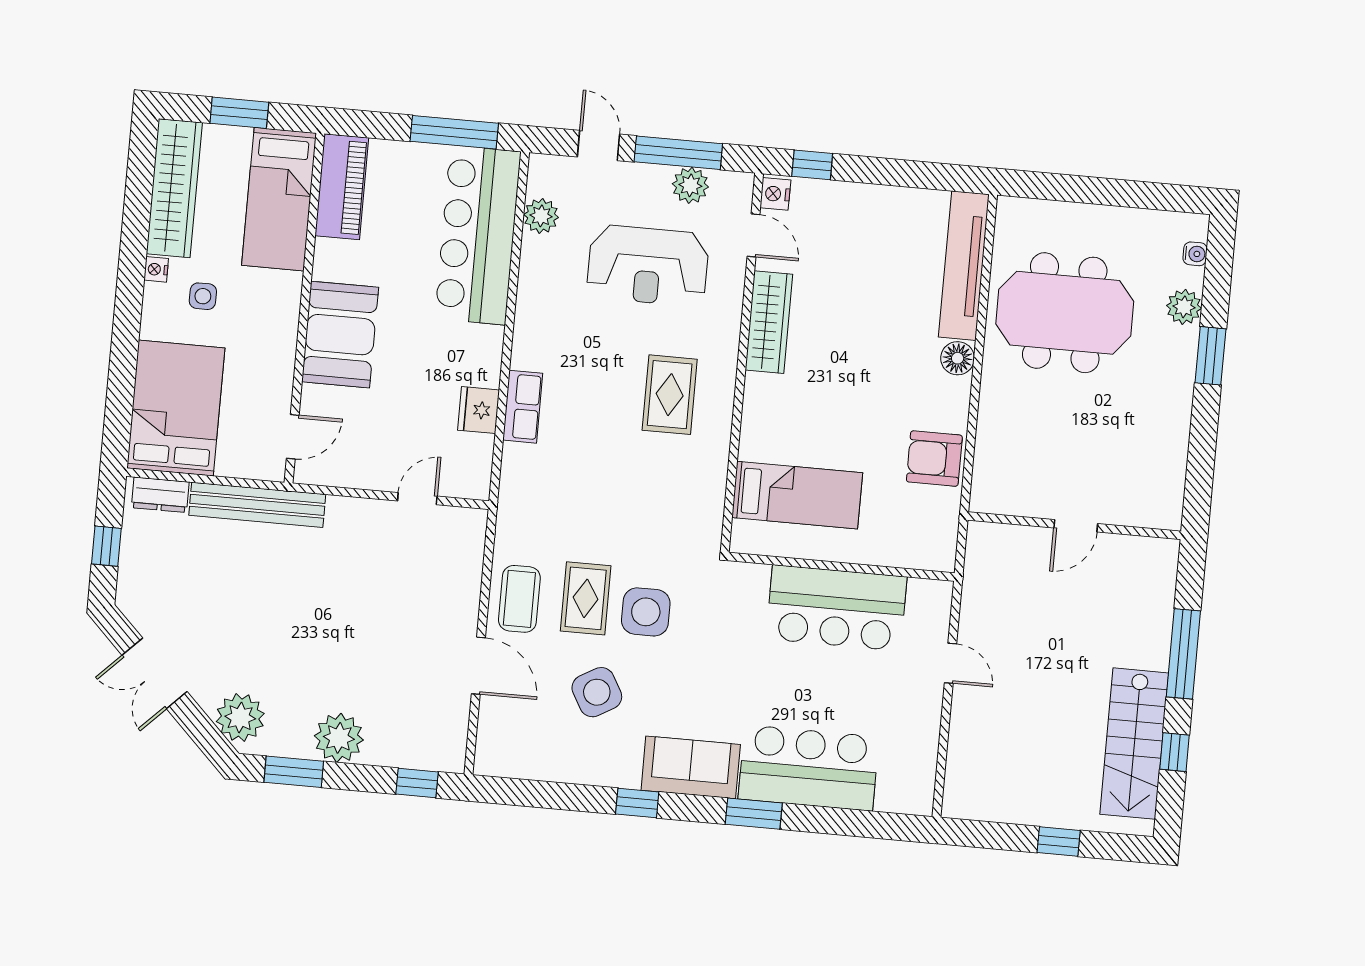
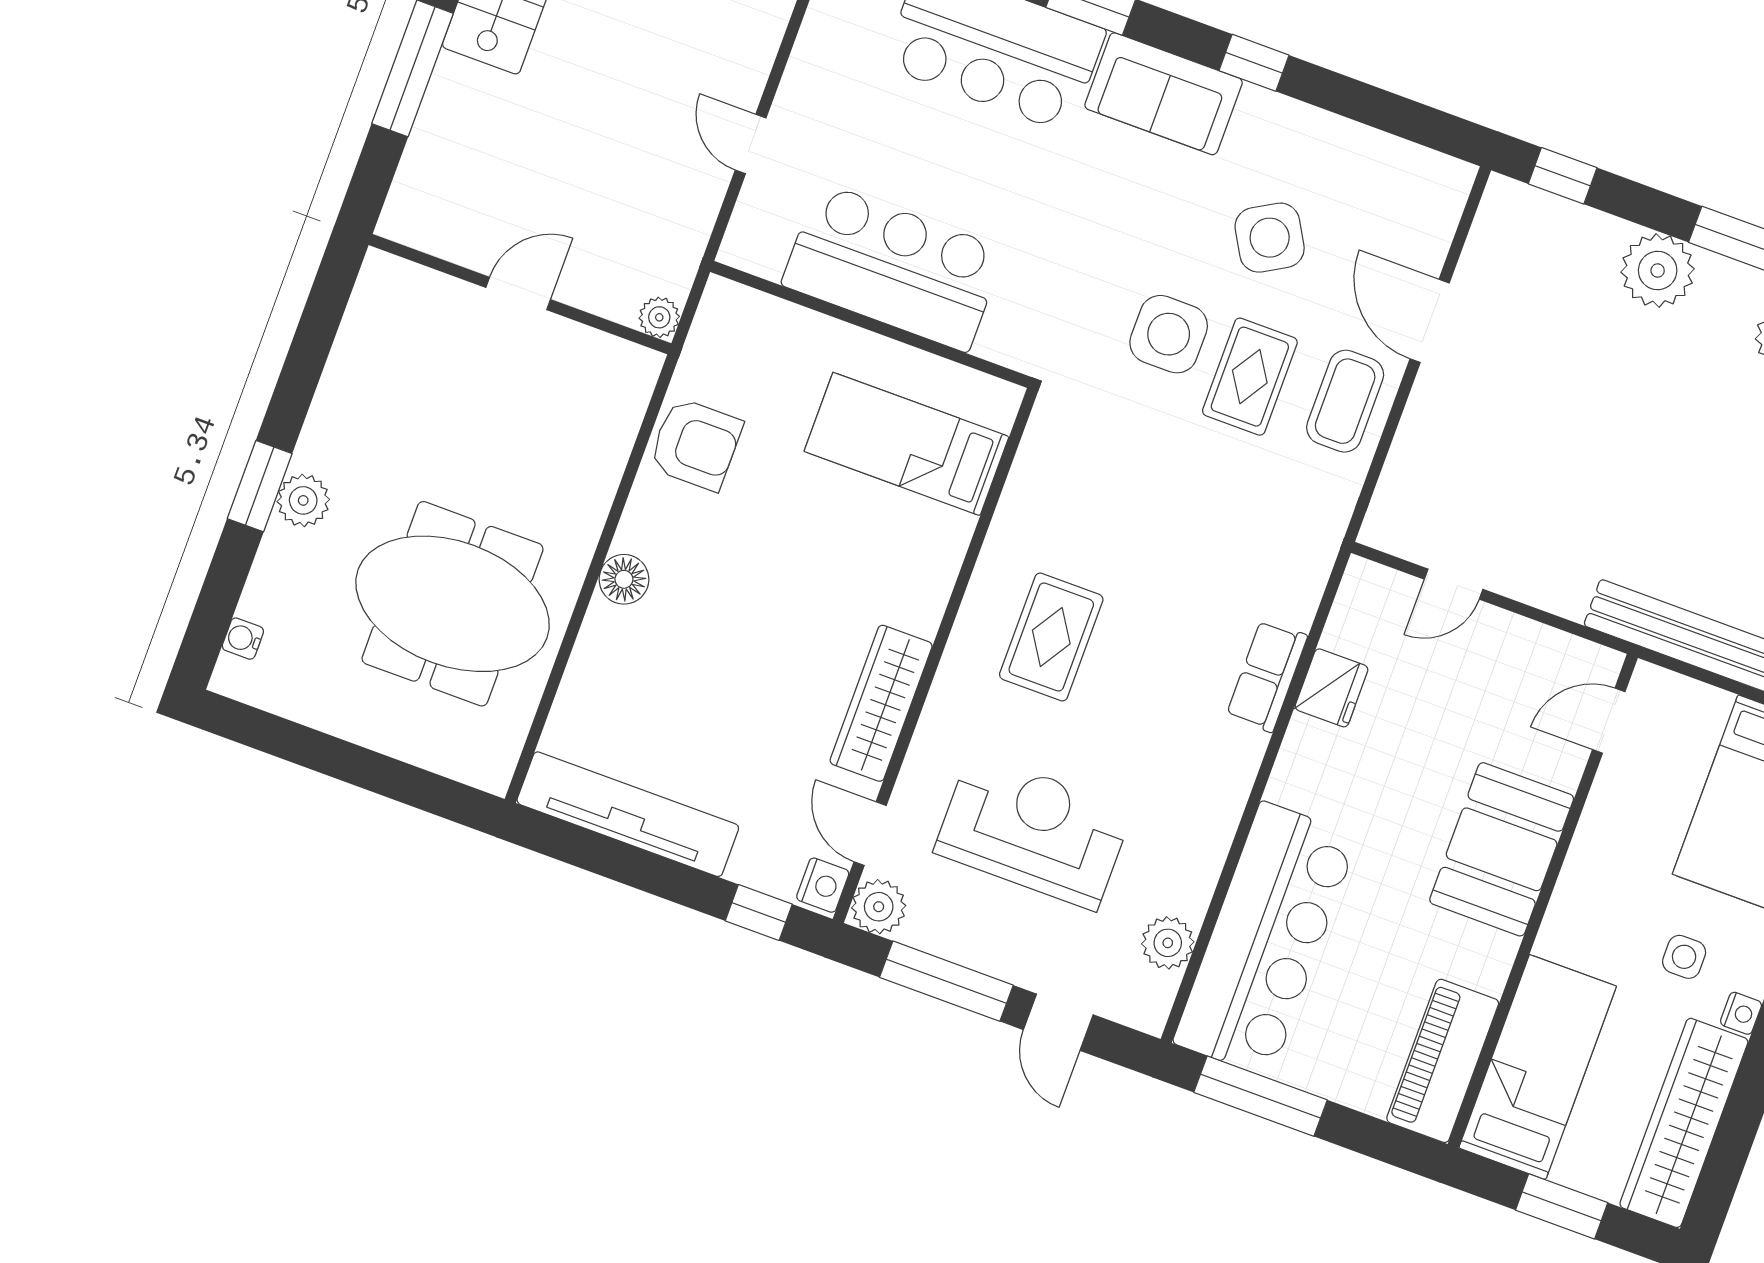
plant: (690, 185) -> (879, 907), moved
tv unit: (964, 266) -> (628, 814), moved, turned -90
plant: (1184, 307) -> (303, 500), moved
plant: (980, 535) -> (659, 317), added

